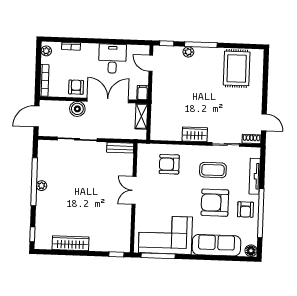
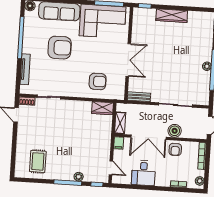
rug: (237, 68) -> (38, 161), width x0.73, depth x0.70
wardrobe: (195, 134) -> (103, 108), moved
coffee table: (213, 170) -> (60, 75), removed
double door: (134, 190) -> (128, 60), width x1.37
armchair: (245, 209) -> (34, 41), removed
wardrobe: (71, 243) -> (172, 16), moved

